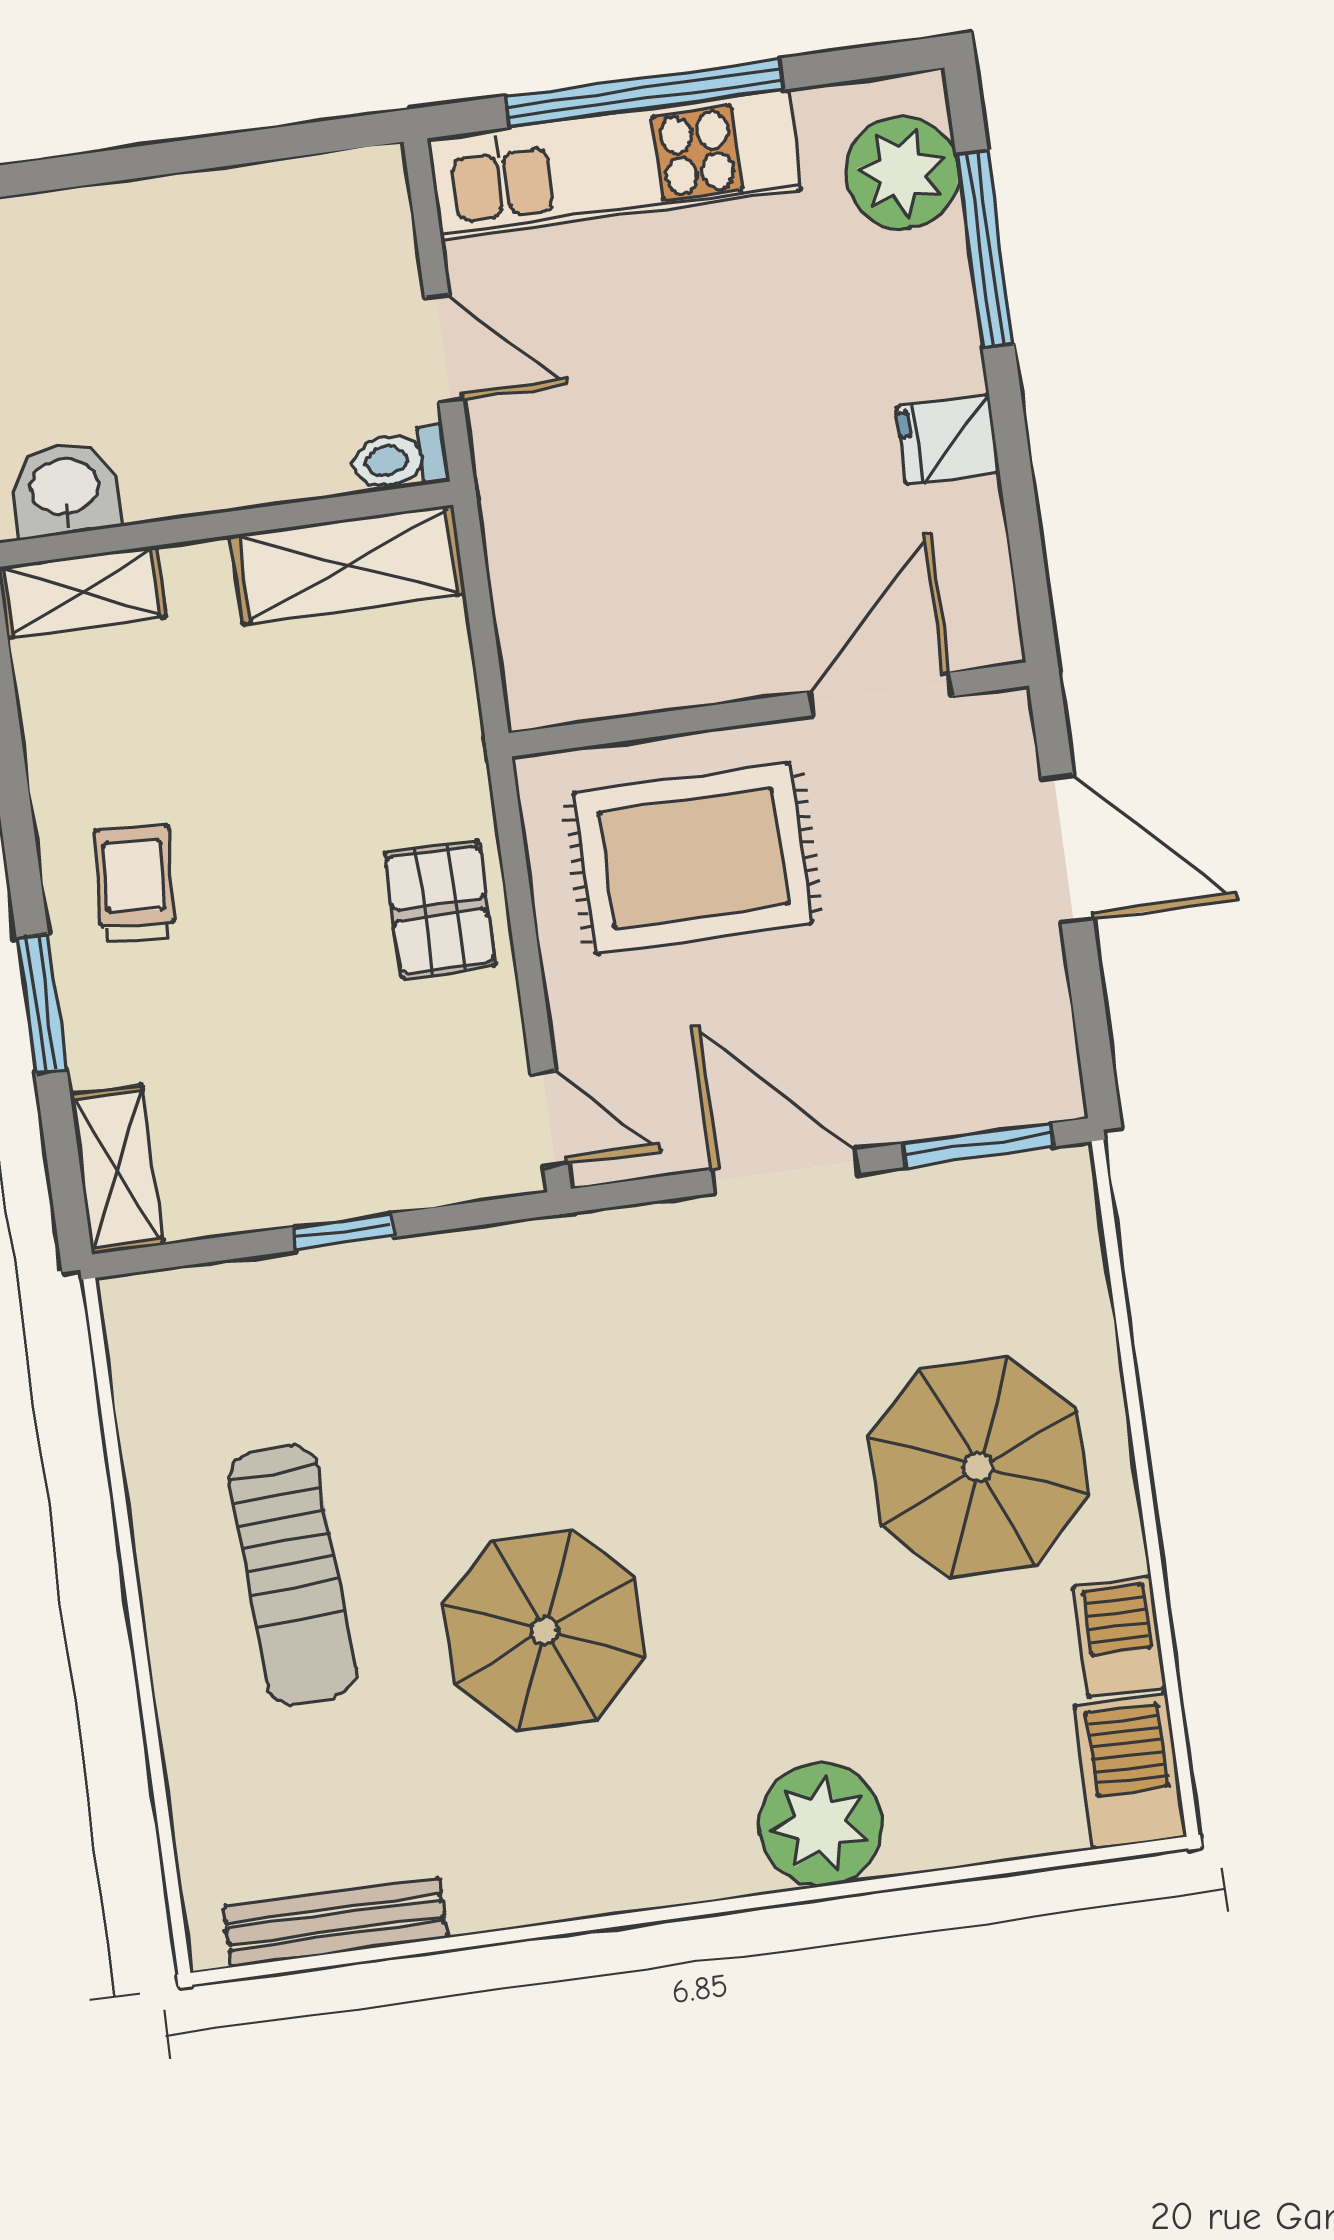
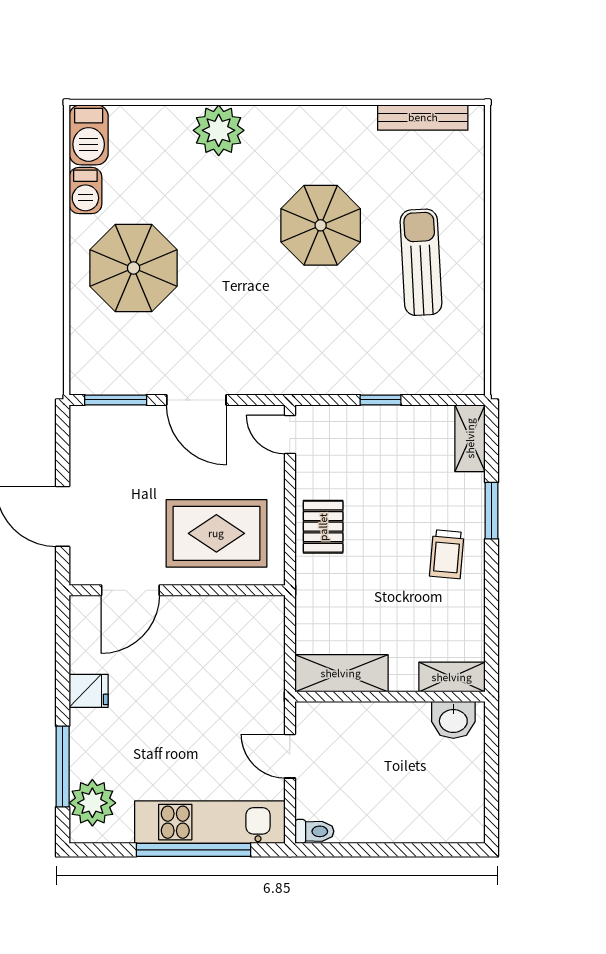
toilet: (400, 459) -> (314, 831), moved

